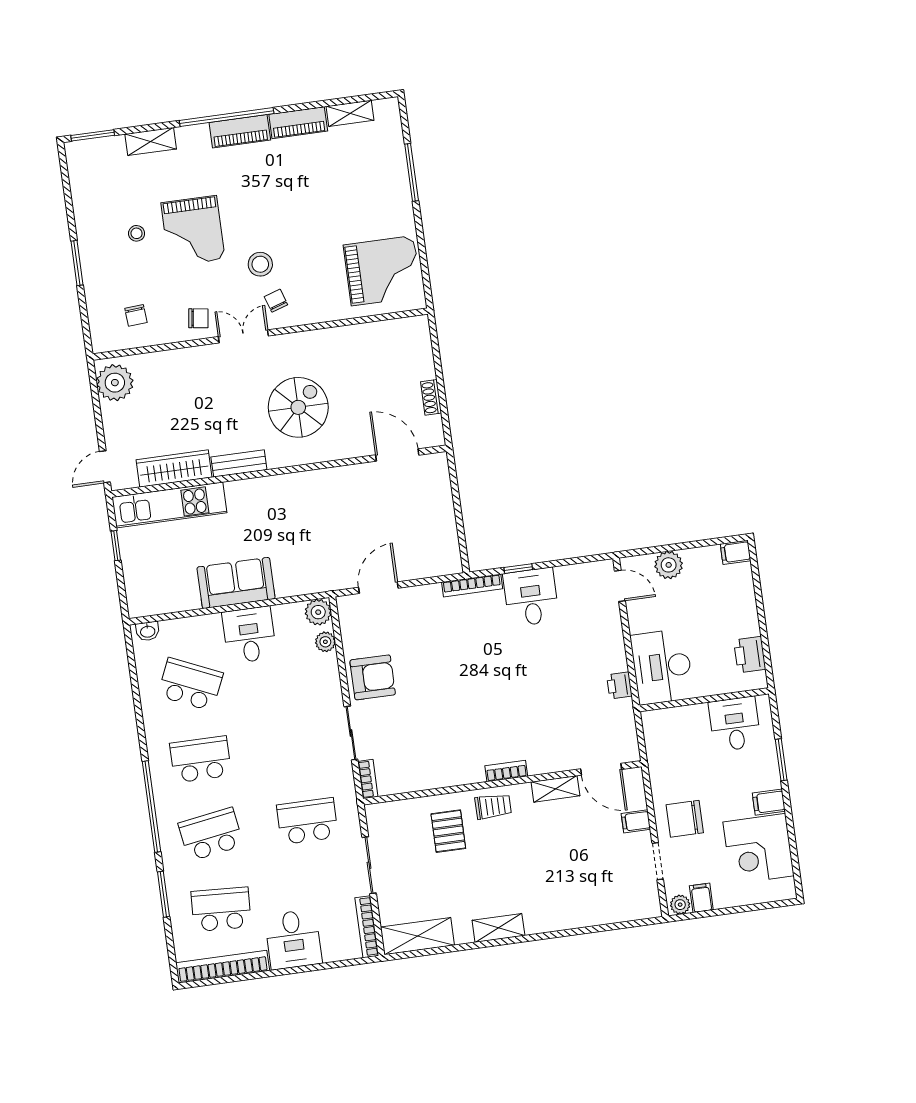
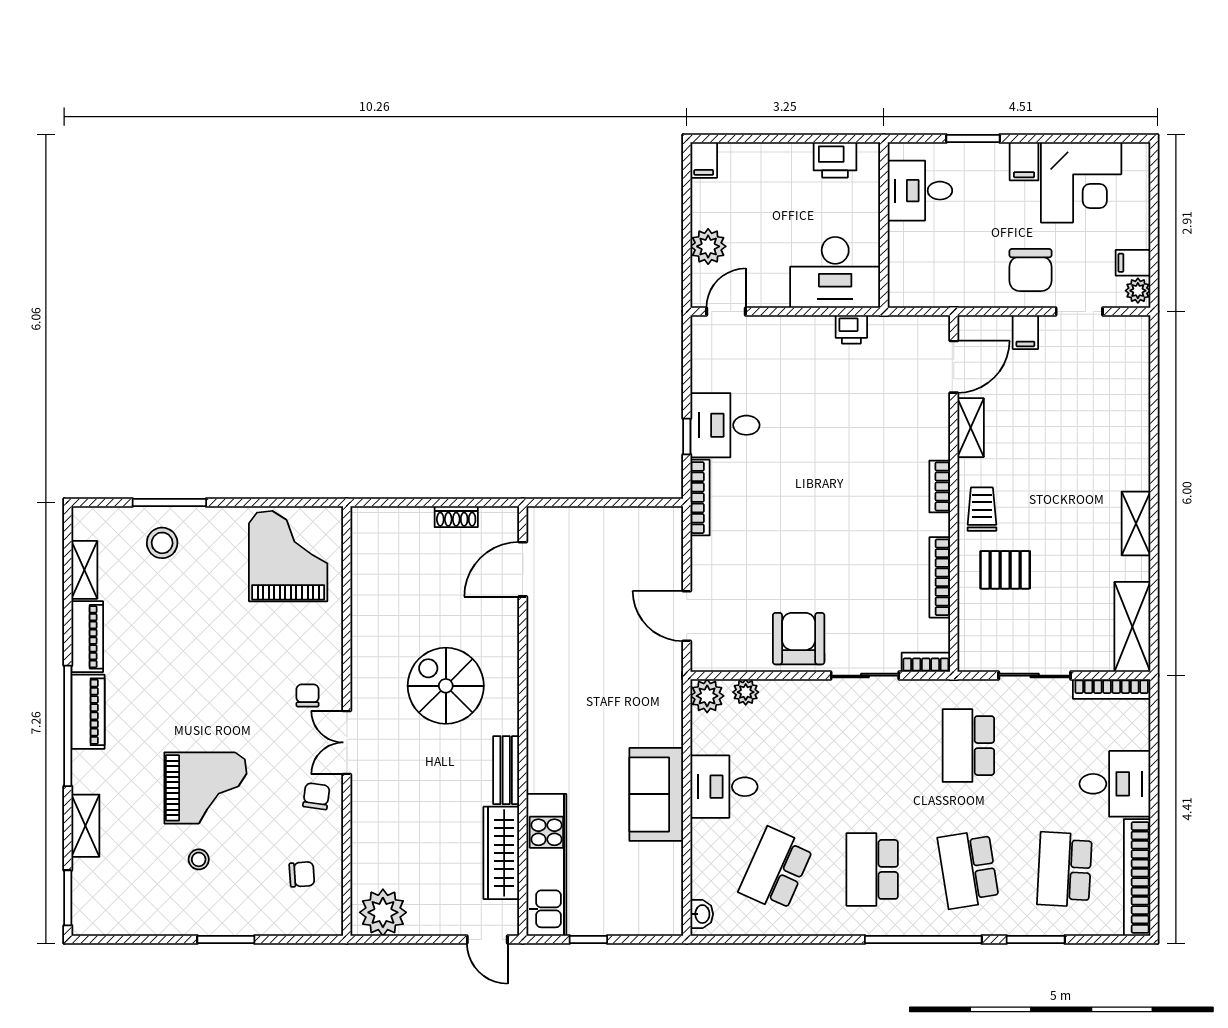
stool: (260, 264) -> (162, 543), moved
chair: (276, 301) -> (308, 695), turned 108
bookcase: (436, 781) -> (940, 577), added

